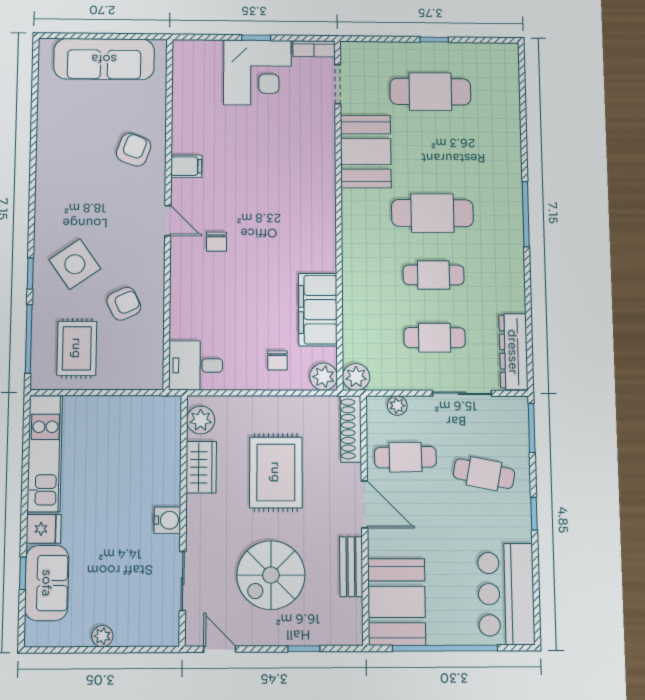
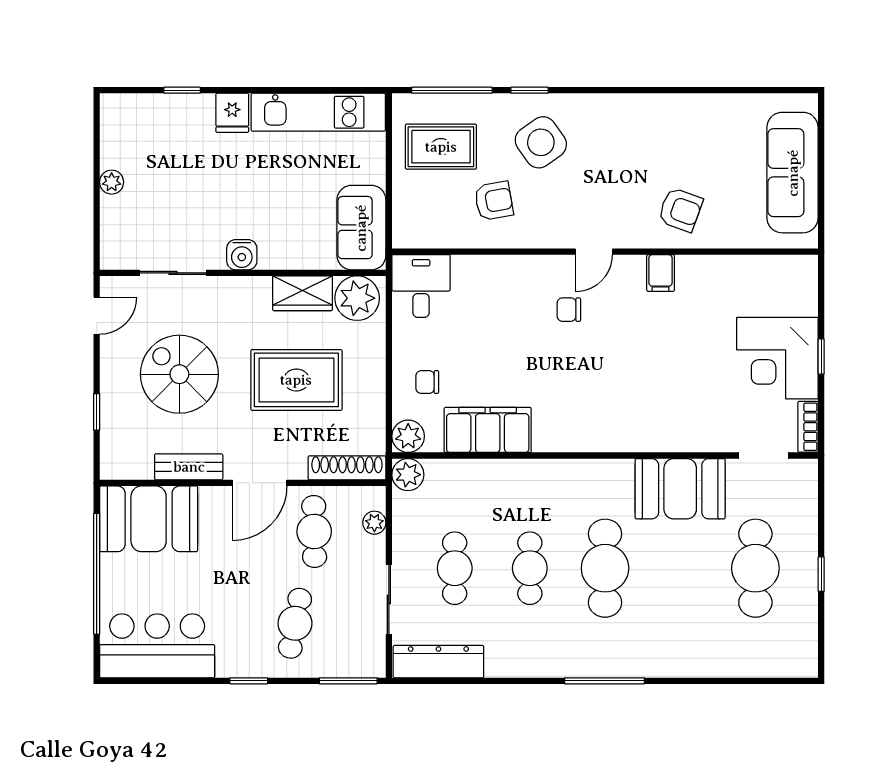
armchair: (124, 304) -> (494, 201), turned -75
plant: (201, 420) -> (357, 298), width x1.36, depth x1.36
sofa: (47, 583) -> (361, 228), moved, turned 90

